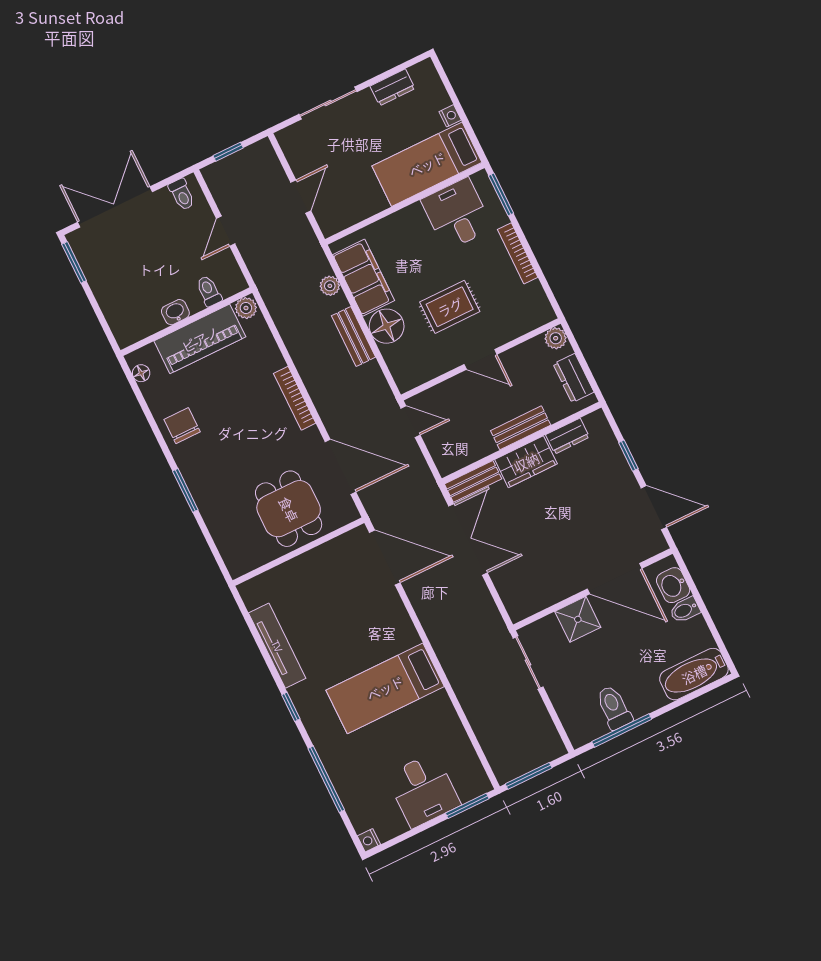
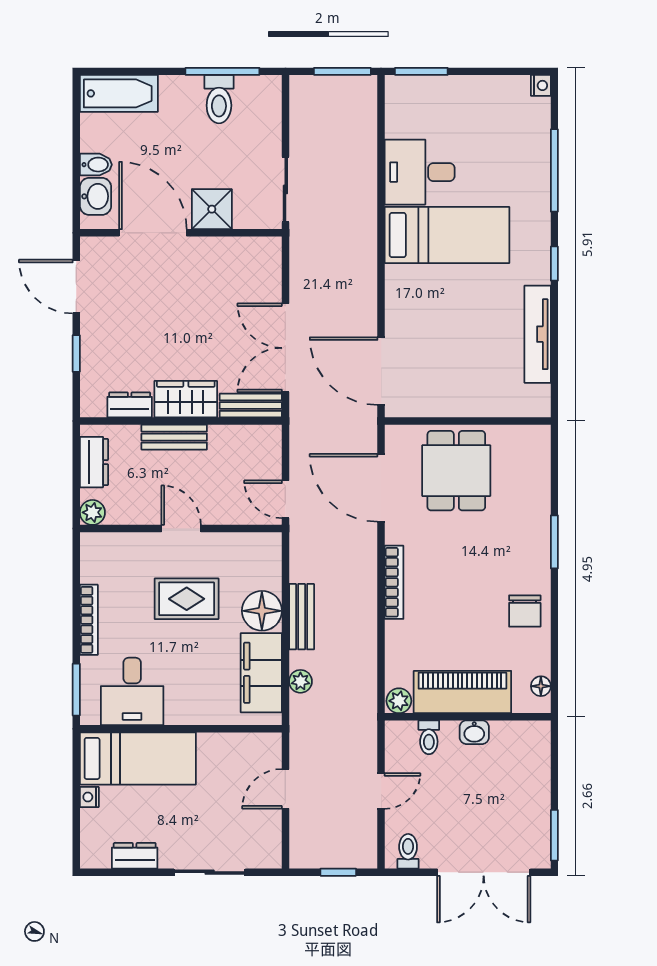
desk: (423, 790) -> (420, 172), moved, turned -90

